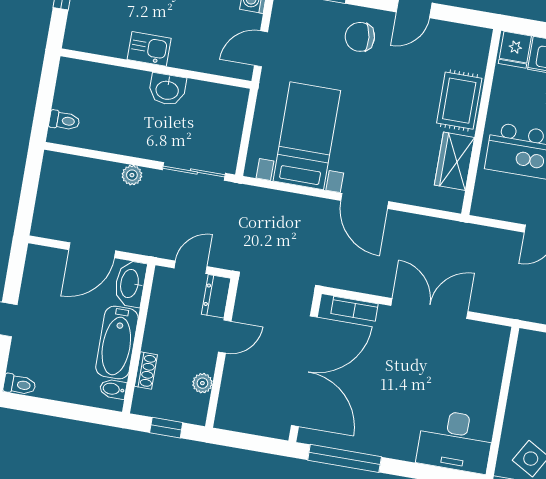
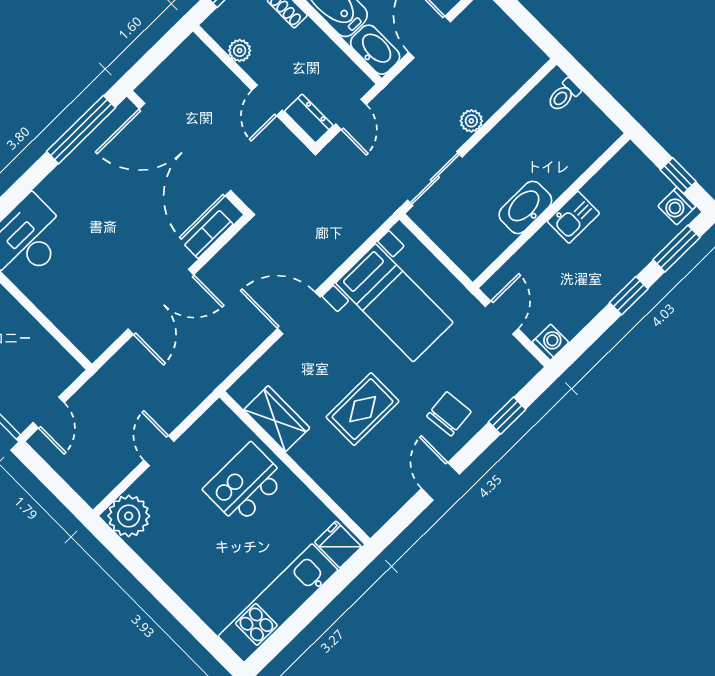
washbasin: (167, 89) -> (525, 207), width x1.38
rug: (459, 101) -> (363, 409), moved, turned 90

